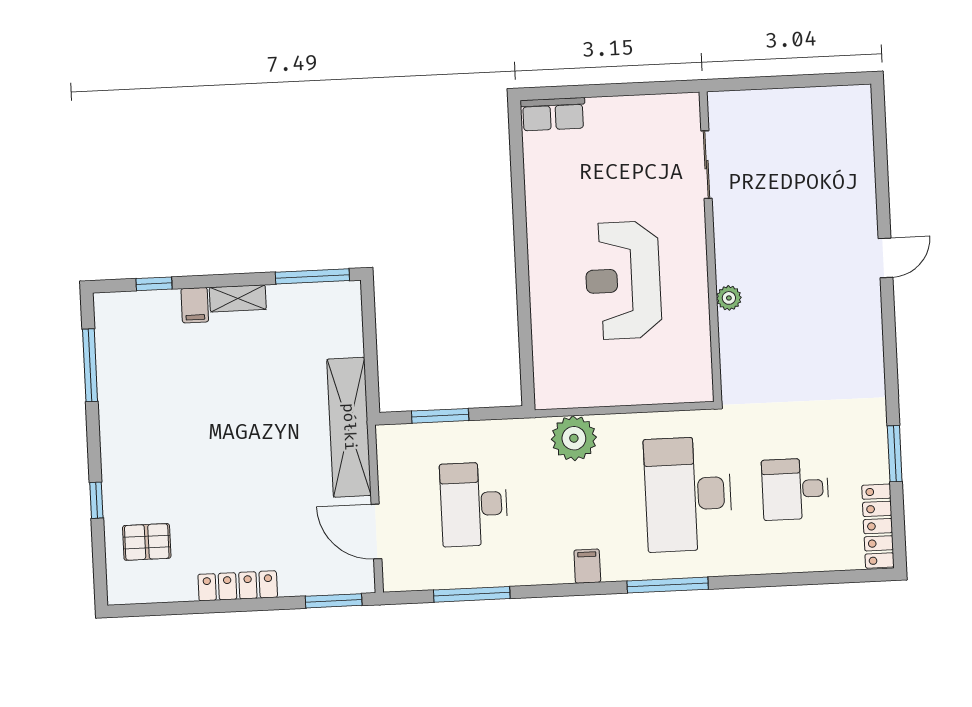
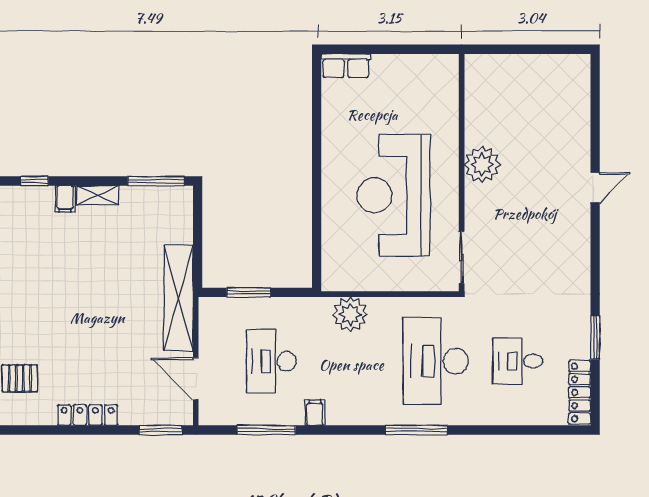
sliding door: (707, 165) -> (462, 257), moved
reception desk: (623, 280) -> (393, 195), width x1.36, depth x1.30
plant: (729, 298) -> (482, 165), moved, width x1.88, depth x1.88
filing cabinet: (587, 566) -> (315, 413), moved

